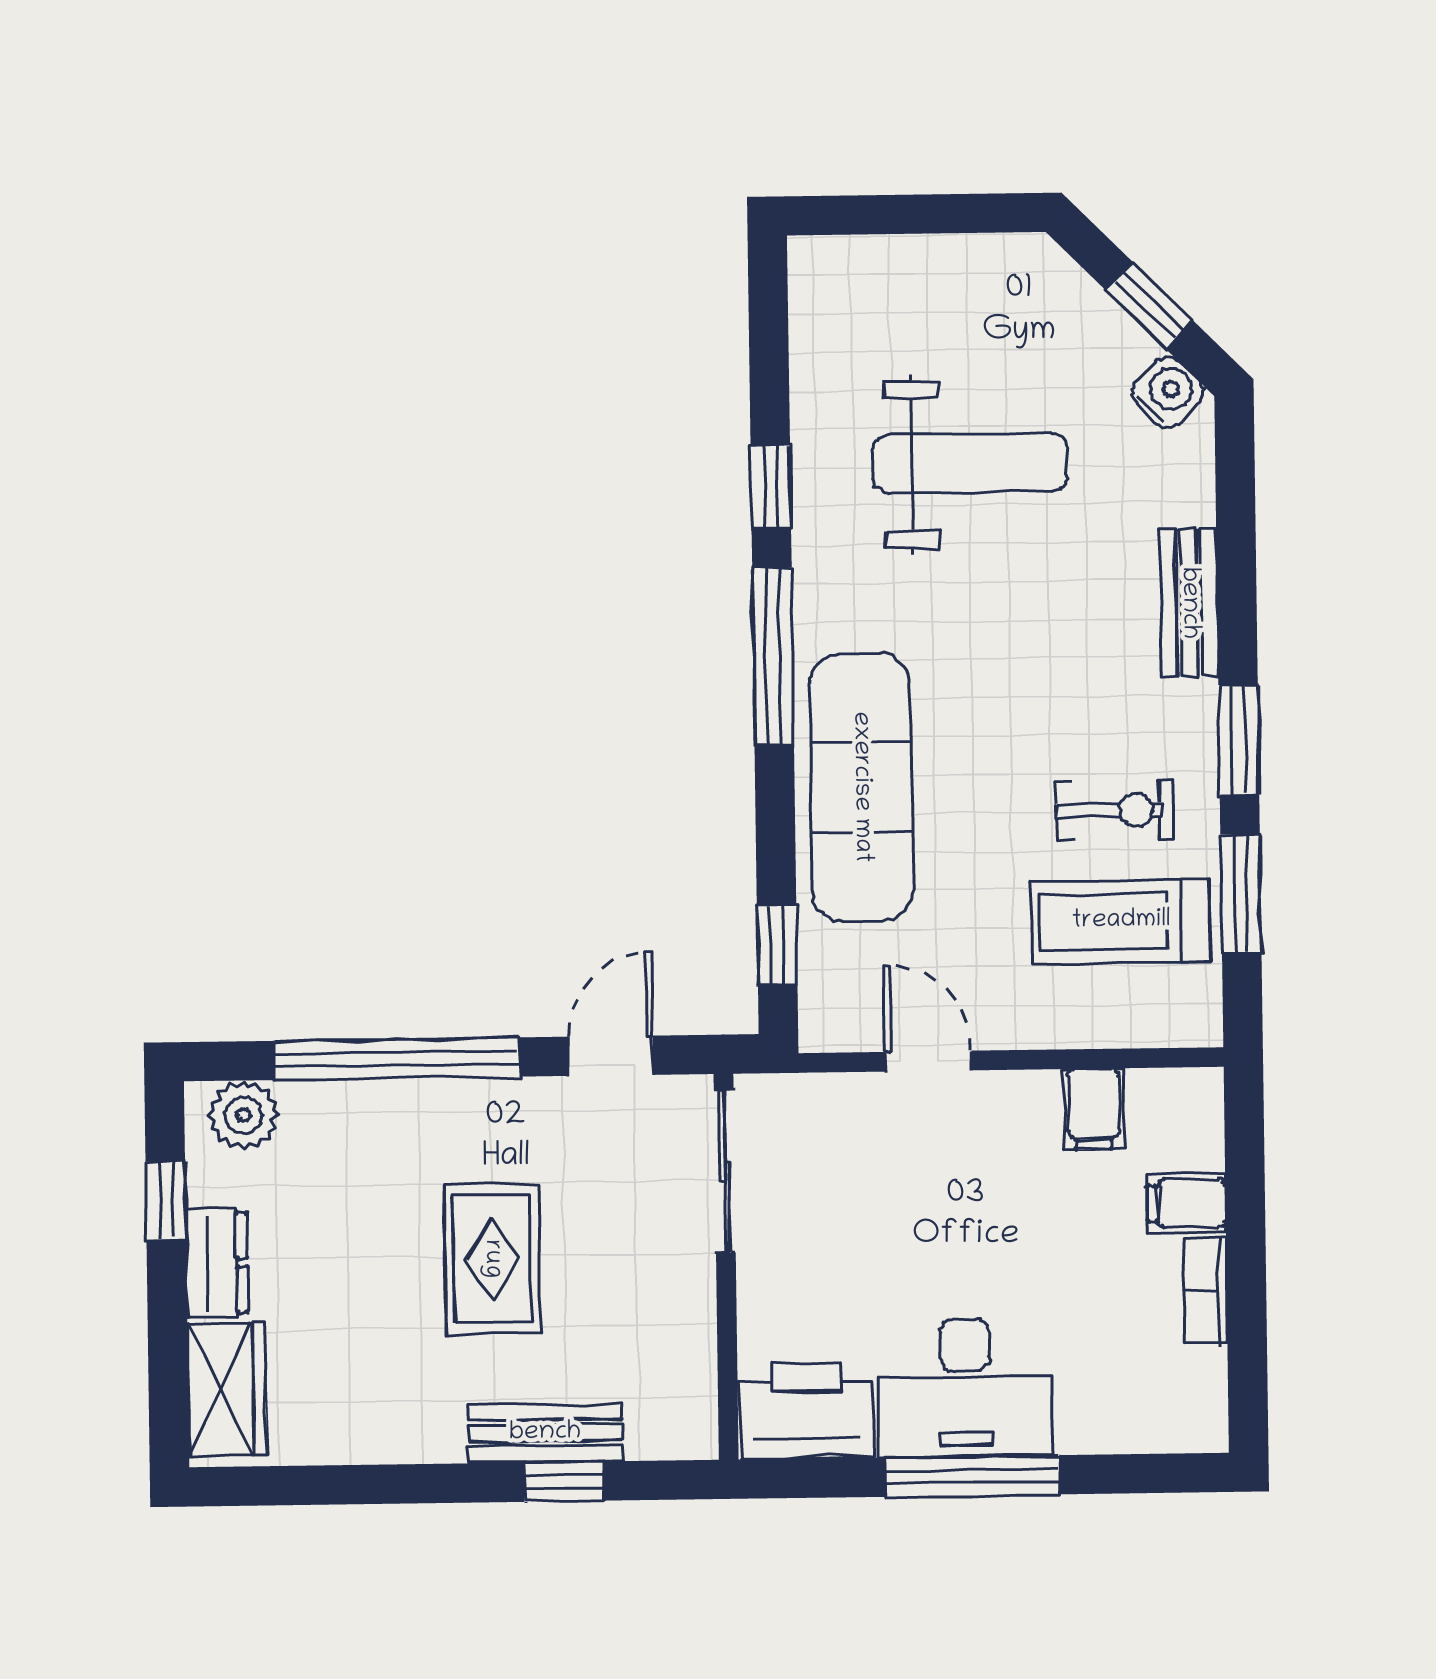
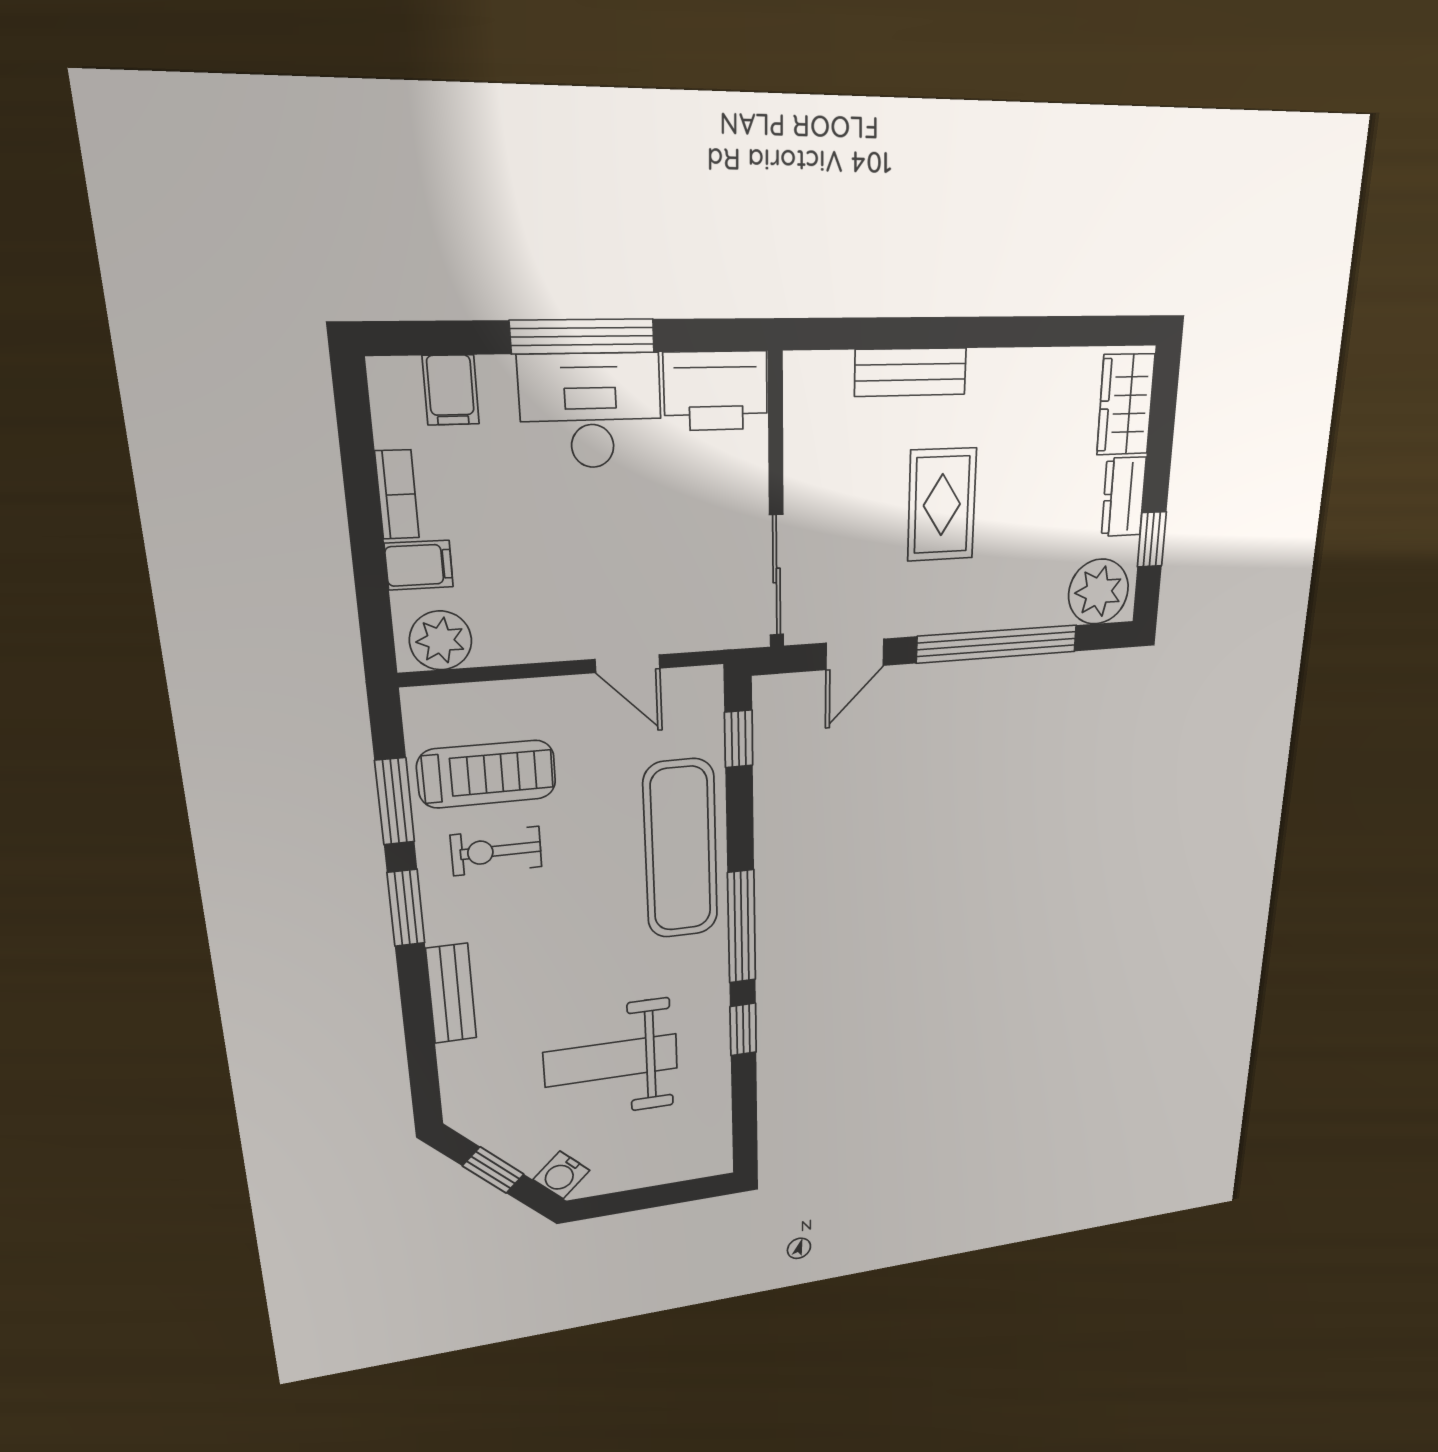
water cooler: (1168, 393) -> (561, 1175), moved
plant: (1167, 1106) -> (441, 640), added
filing cabinet: (1094, 1109) -> (451, 390), moved, turned 180
plant: (243, 1115) -> (1098, 592), width x1.36, depth x1.36
window: (564, 1482) -> (898, 333), removed

